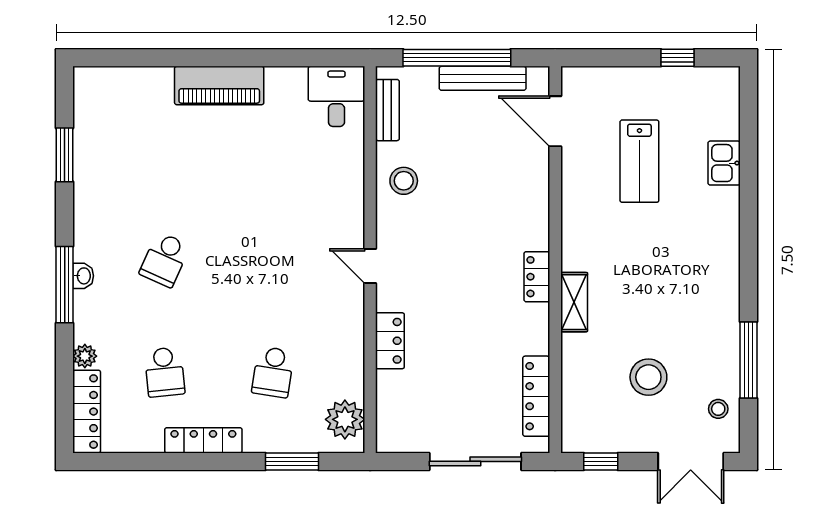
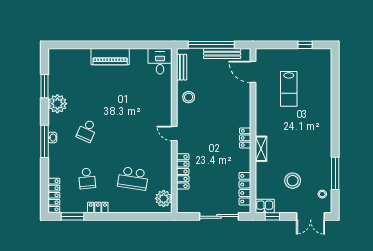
kitchen sink: (724, 163) -> (265, 206), moved, turned 90
locker: (390, 341) -> (183, 171), width x1.53
plant: (85, 356) -> (57, 104), moved, width x1.87, depth x1.87
school desk: (273, 372) -> (133, 178), width x1.85
locker: (203, 440) -> (98, 207), width x0.66
window: (292, 461) -> (72, 216), moved

